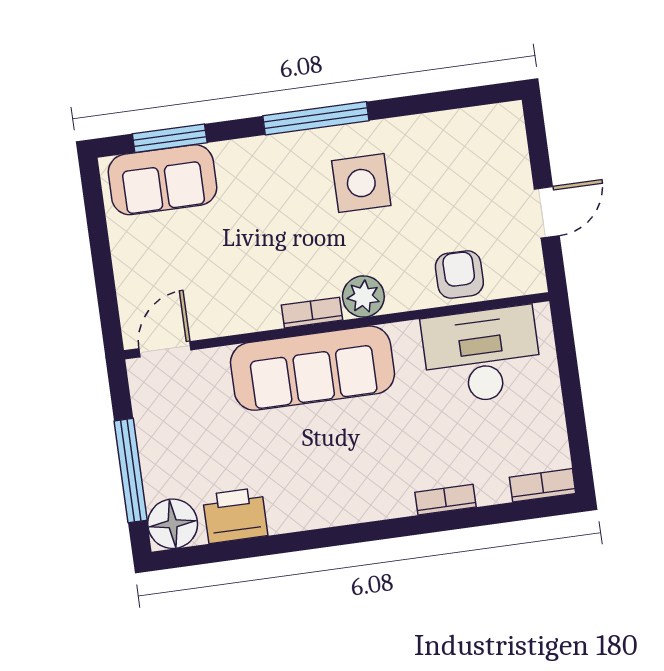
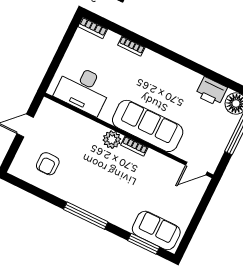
side table: (361, 183) -> (85, 181), removed
armchair: (459, 275) -> (48, 164), moved

